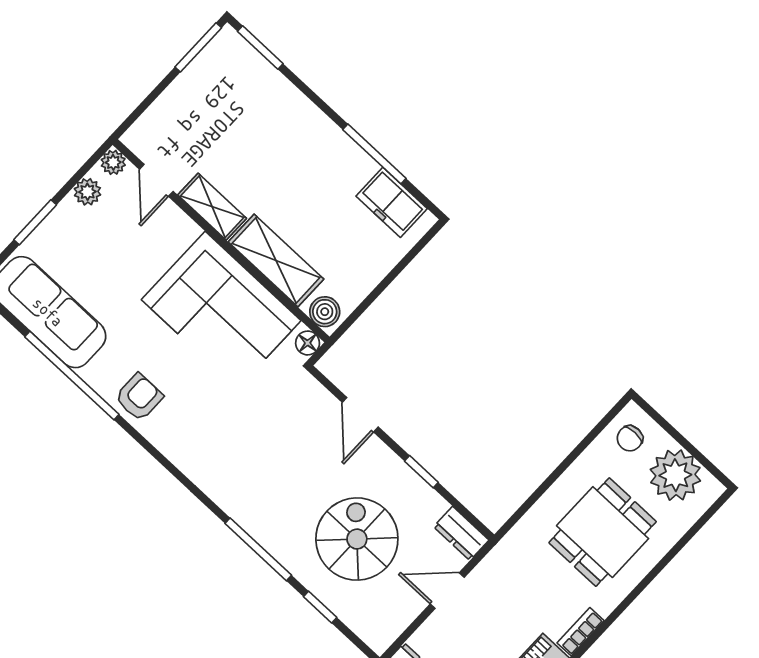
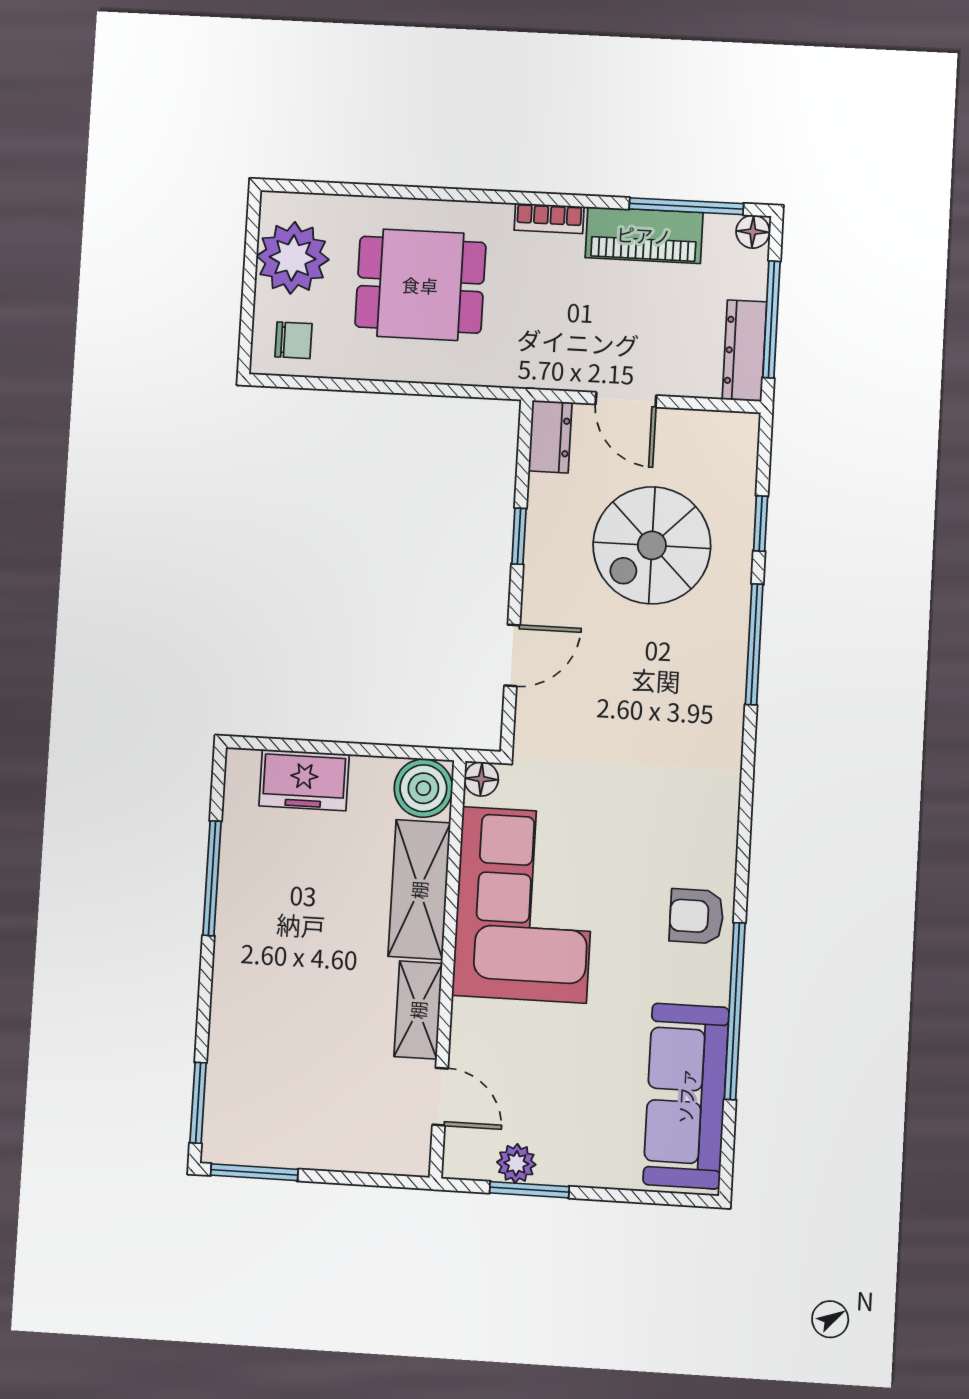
plant: (113, 162) -> (460, 1162), removed
door: (156, 180) -> (440, 1097), hinge flipped
freezer: (392, 202) -> (304, 780), moved, turned 90
window: (35, 222) -> (529, 1190), moved
boiler: (325, 312) -> (423, 788), width x1.36, depth x1.36

